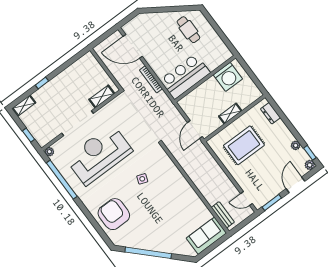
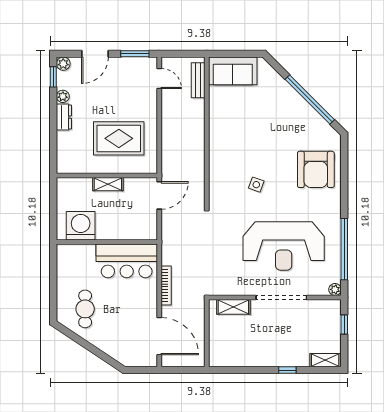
dresser: (271, 113) -> (64, 117), moved

